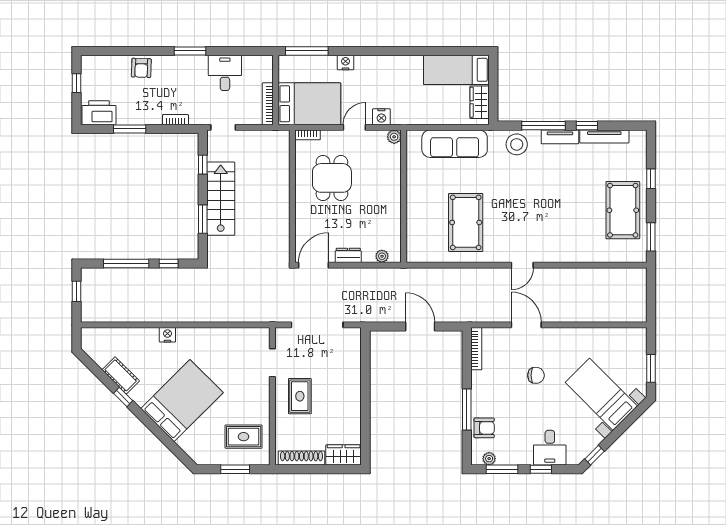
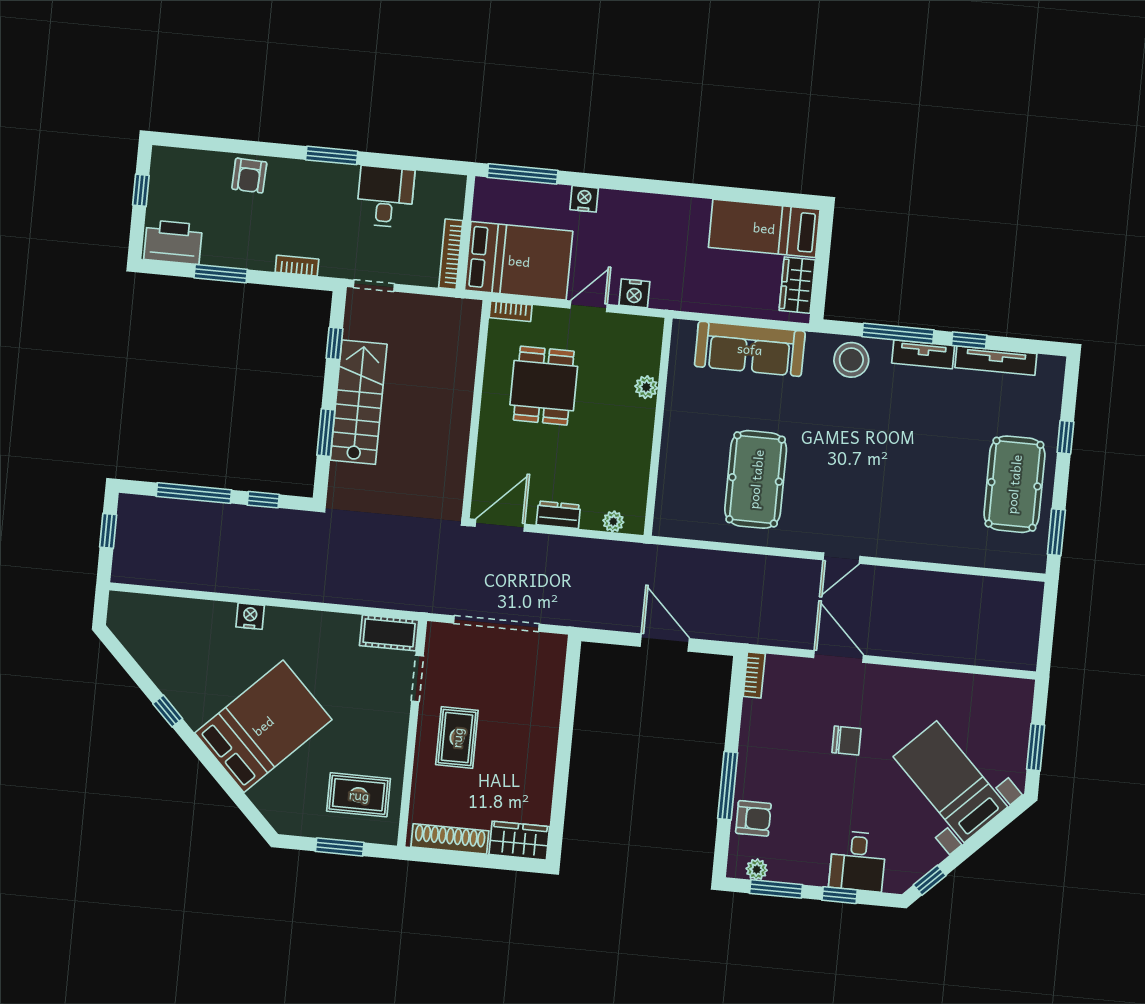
plant: (394, 137) -> (646, 387), moved
bookcase: (476, 349) -> (754, 675), width x0.64
cot: (121, 375) -> (389, 633), moved, turned -45

